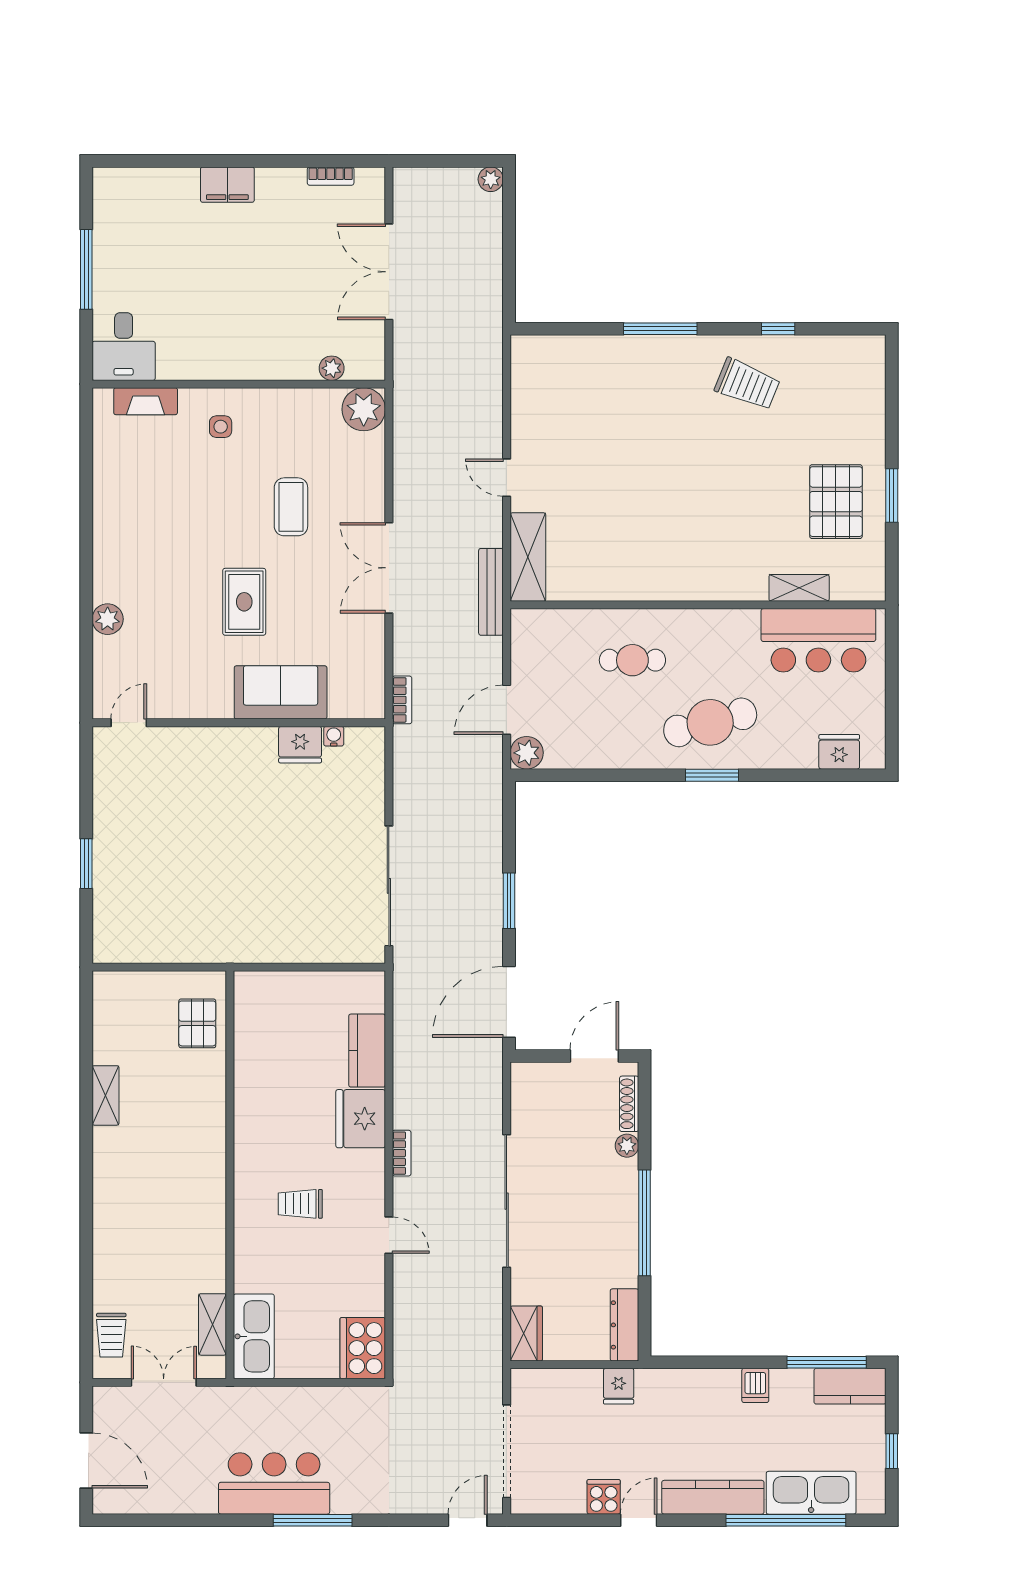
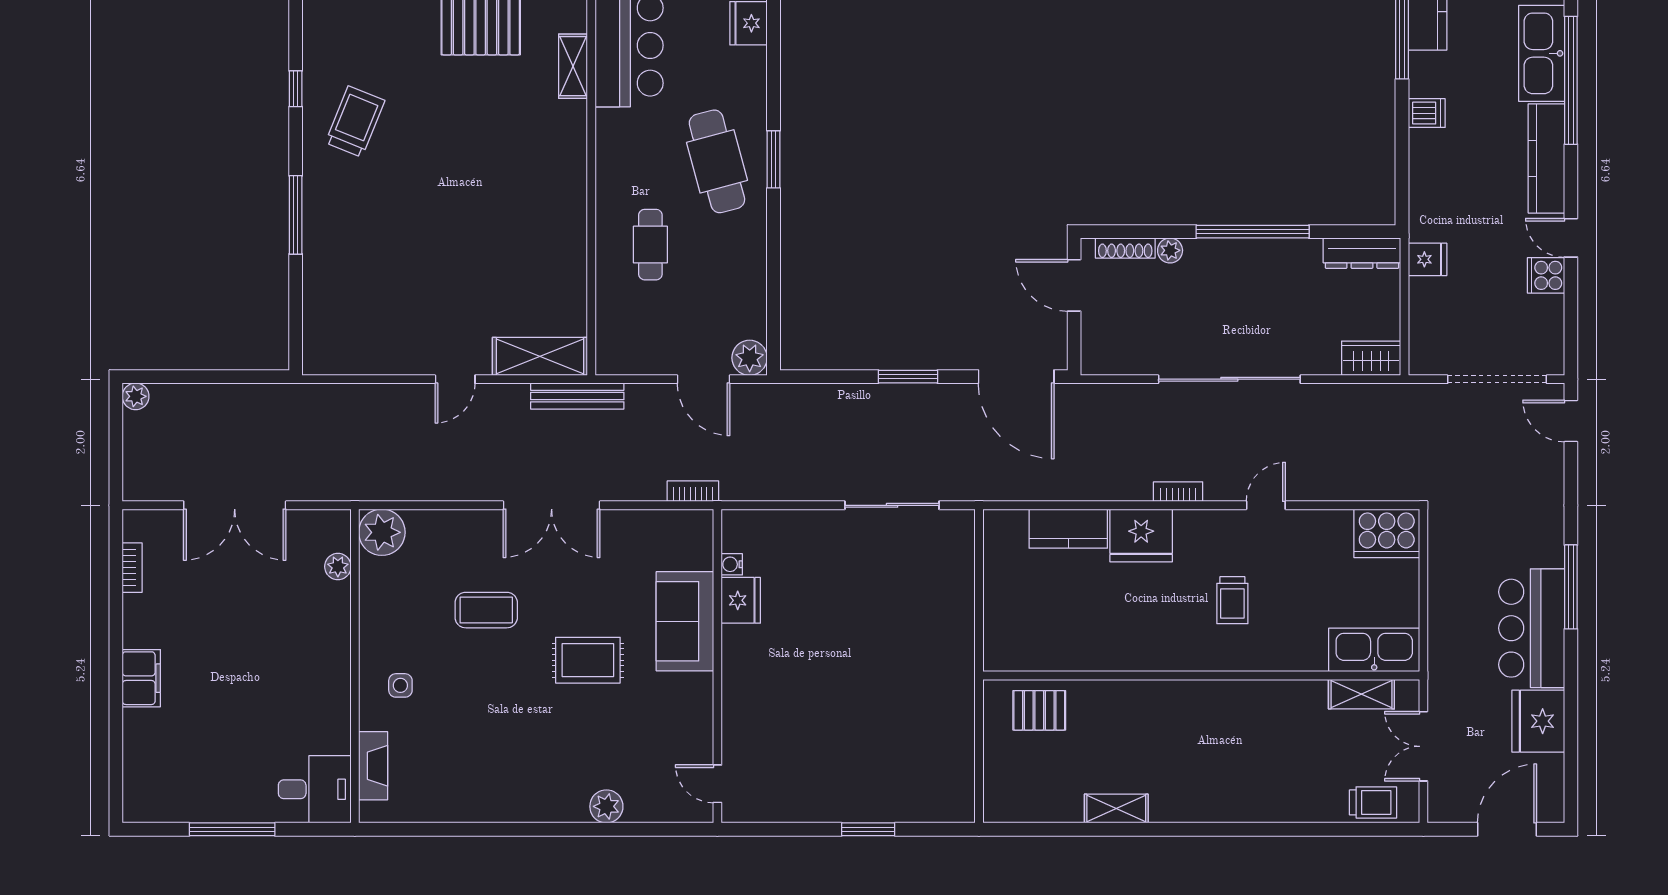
sliding door: (389, 886) -> (892, 505), width x0.73
fridge: (187, 1490) -> (1538, 721), added

